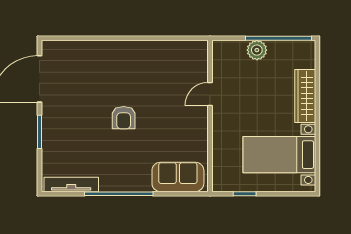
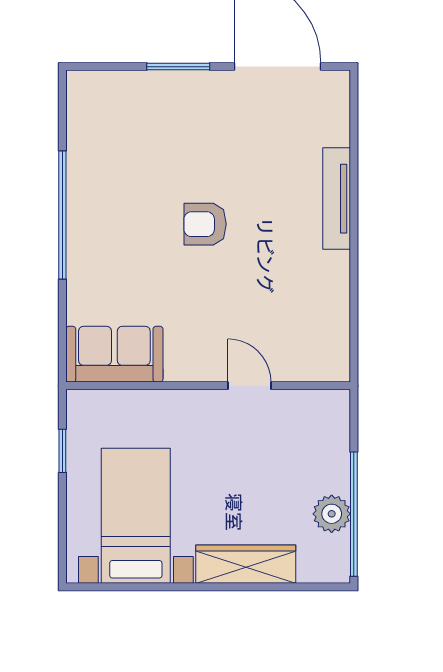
plant: (257, 50) -> (332, 514), moved
sofa: (178, 177) -> (114, 354), moved, turned -90
tv unit: (71, 185) -> (337, 199), moved, turned 180

